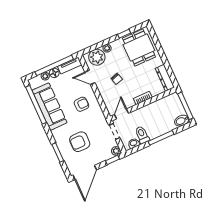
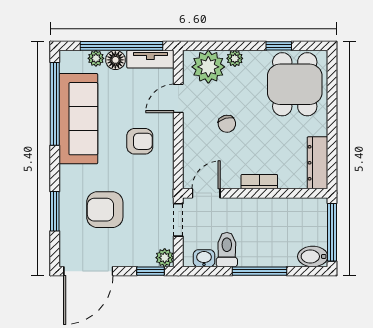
door: (90, 77) -> (178, 98), hinge flipped

